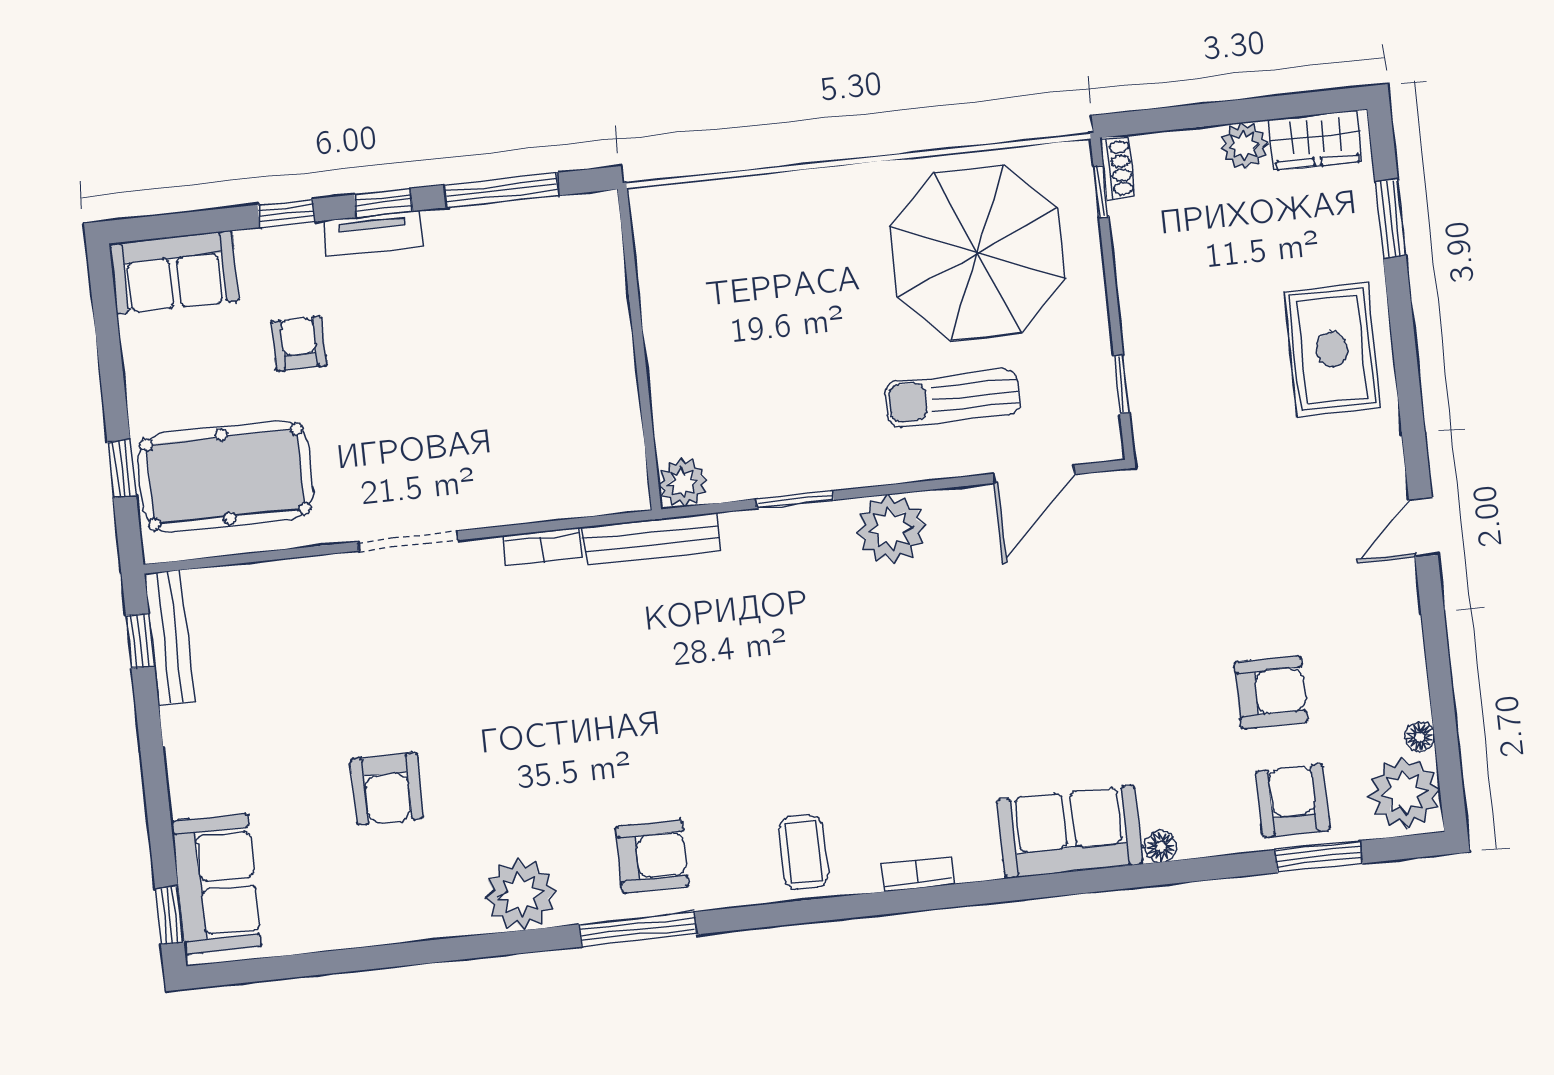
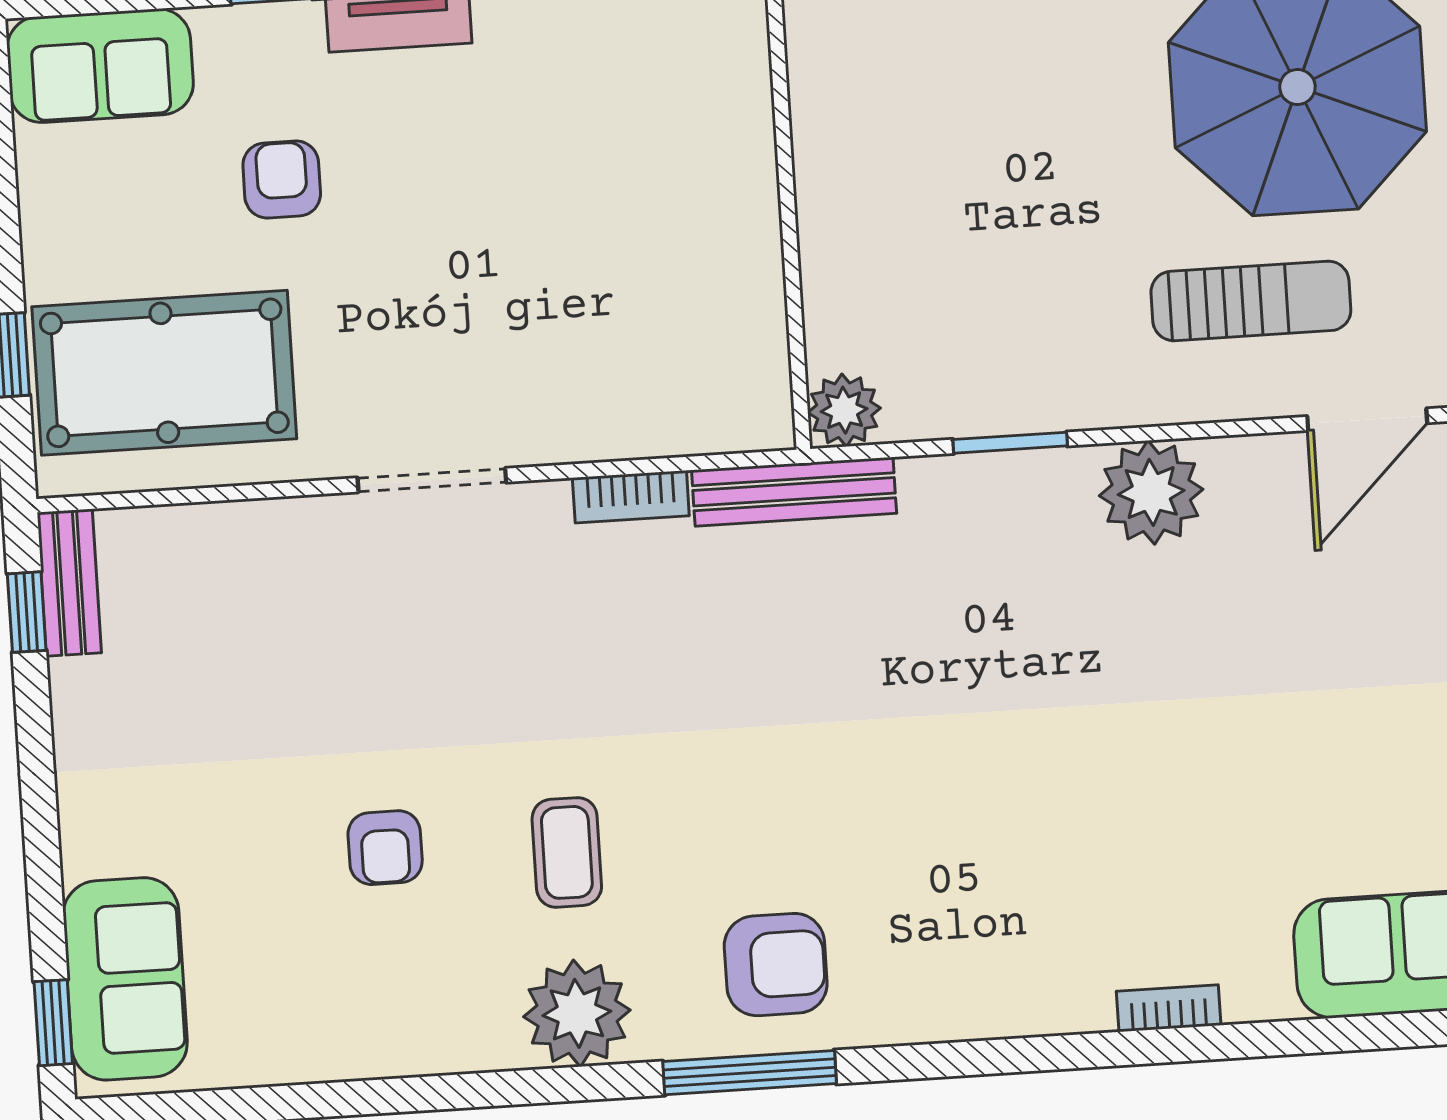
sun lounger: (952, 398) -> (1251, 301), turned 180
bench: (170, 637) -> (69, 583), width x0.73
armchair: (387, 789) -> (385, 848), width x0.72, depth x0.72
coffee table: (804, 852) -> (567, 852), moved

